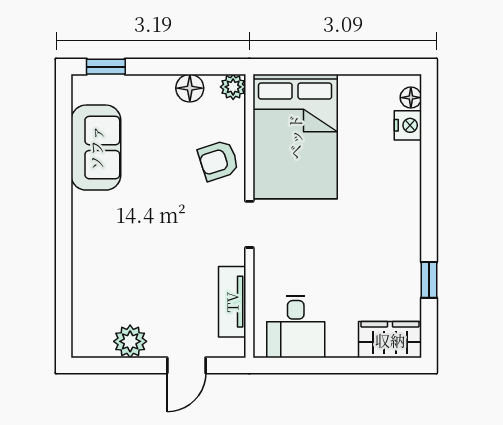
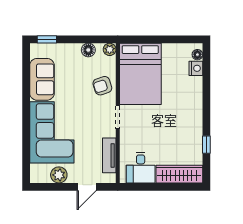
corner sofa: (116, 255) -> (52, 132), added
wardrobe: (390, 340) -> (179, 174), width x1.50

